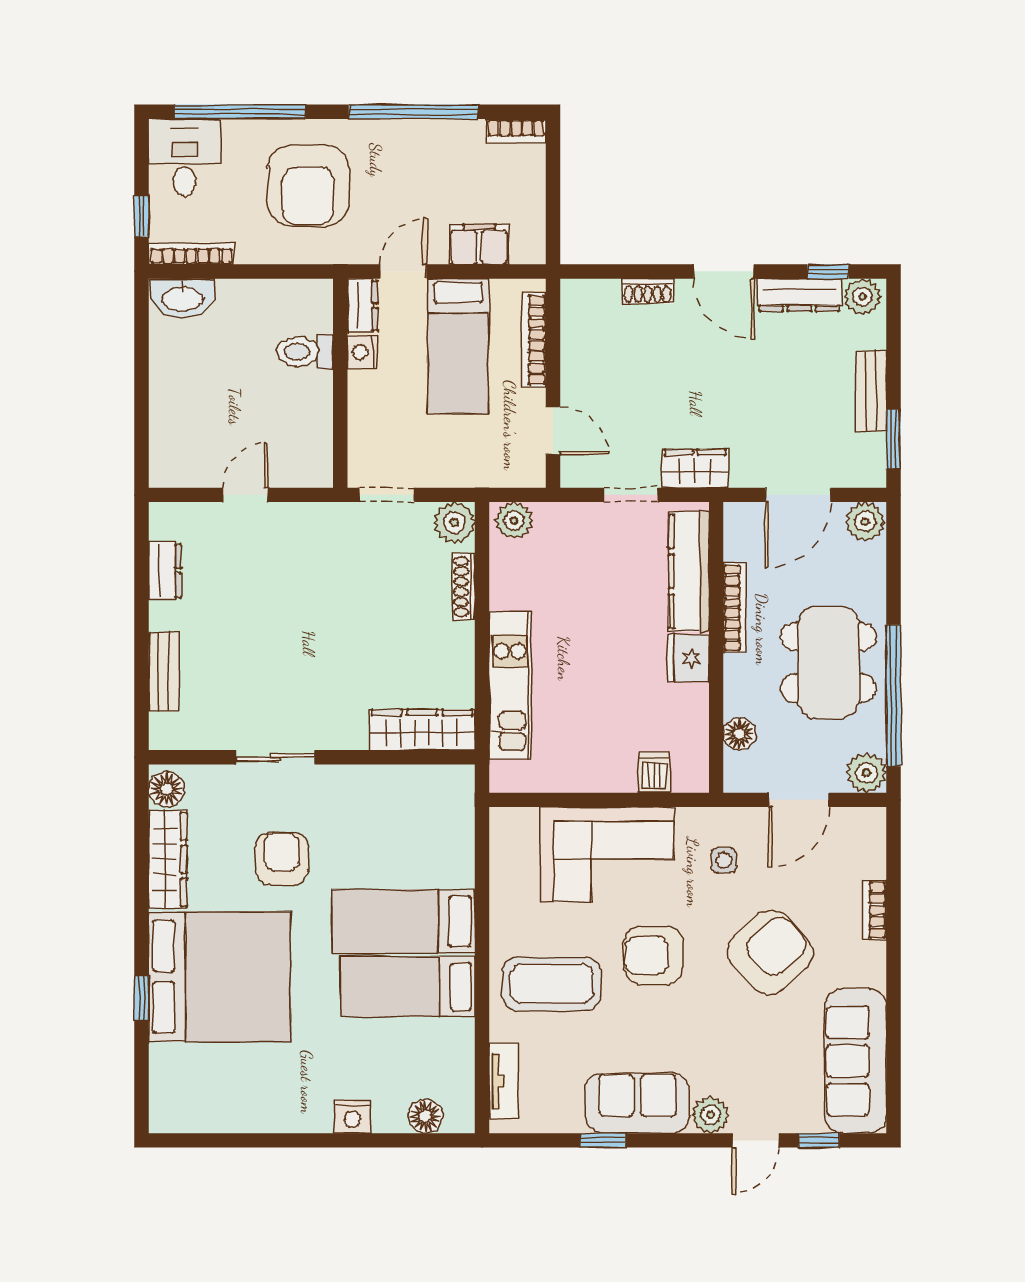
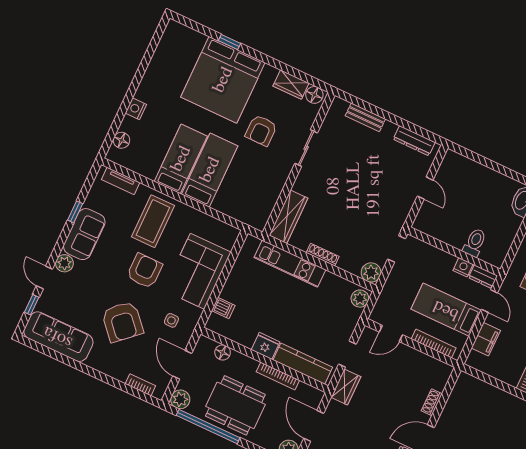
dresser: (165, 571) -> (414, 141), width x1.44
shoe rack: (464, 587) -> (323, 255), moved
wardrobe: (168, 859) -> (291, 85), width x0.67
armchair: (282, 859) -> (261, 130), turned 90
bookcase: (874, 910) -> (140, 385), moved

